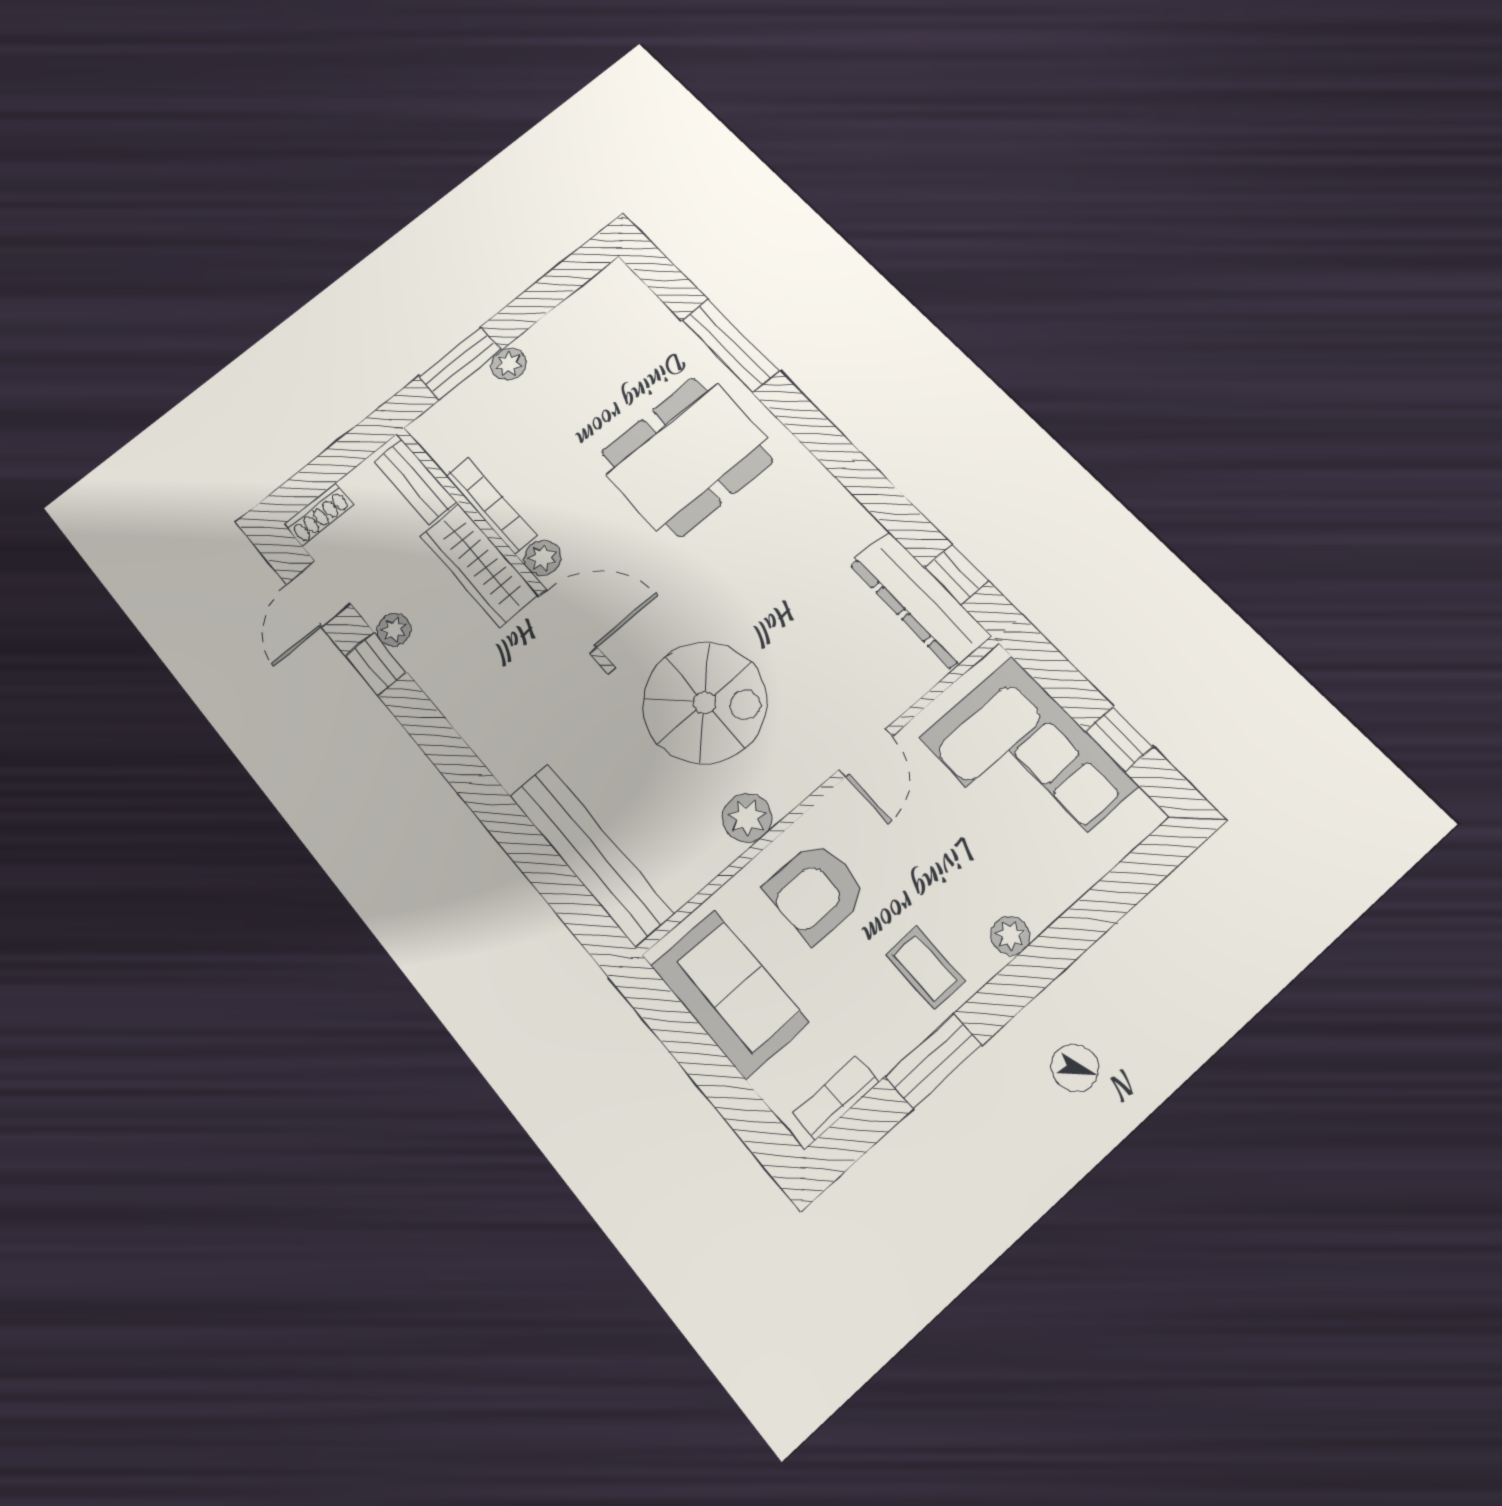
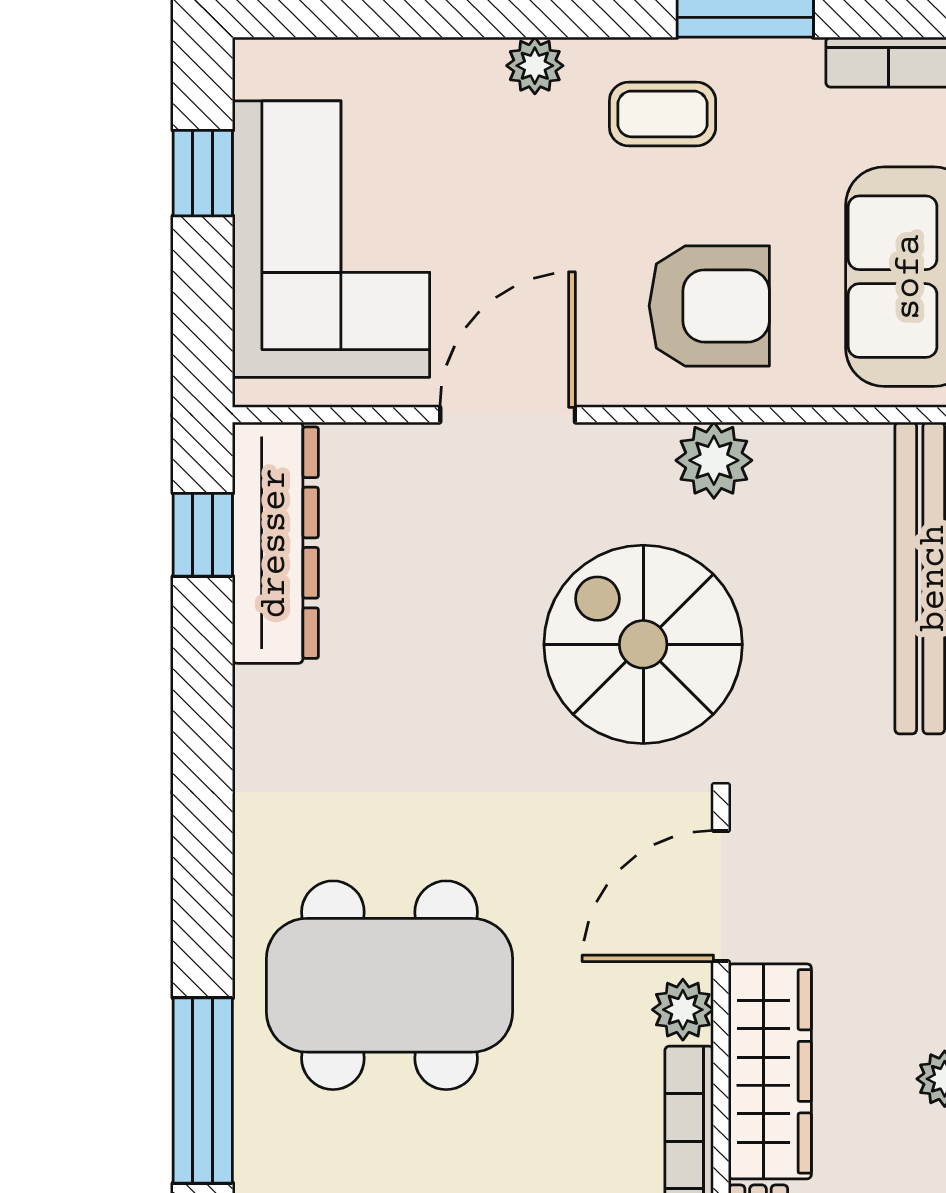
door: (568, 621) -> (721, 896), hinge flipped
door: (866, 753) -> (508, 415), width x1.38
coffee table: (925, 968) -> (663, 114), turned 90

